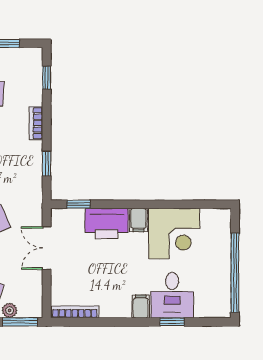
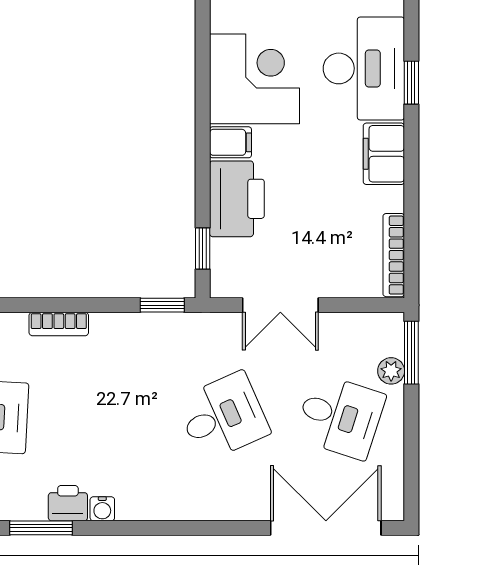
window: (47, 163) -> (162, 305), moved
desk: (172, 295) -> (364, 68), width x1.37
filing cabinet: (141, 306) -> (384, 154), width x2.00

